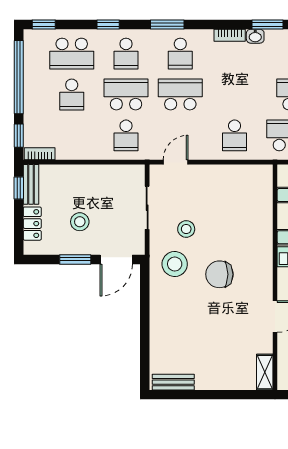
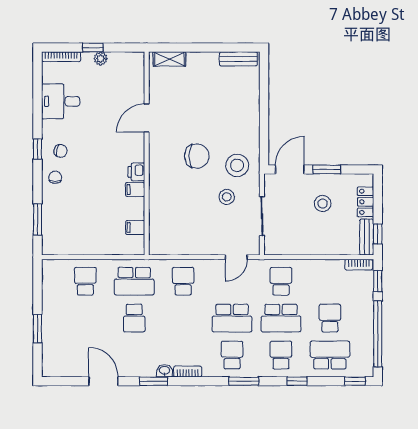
shelving: (265, 372) -> (169, 59), moved, turned 90

